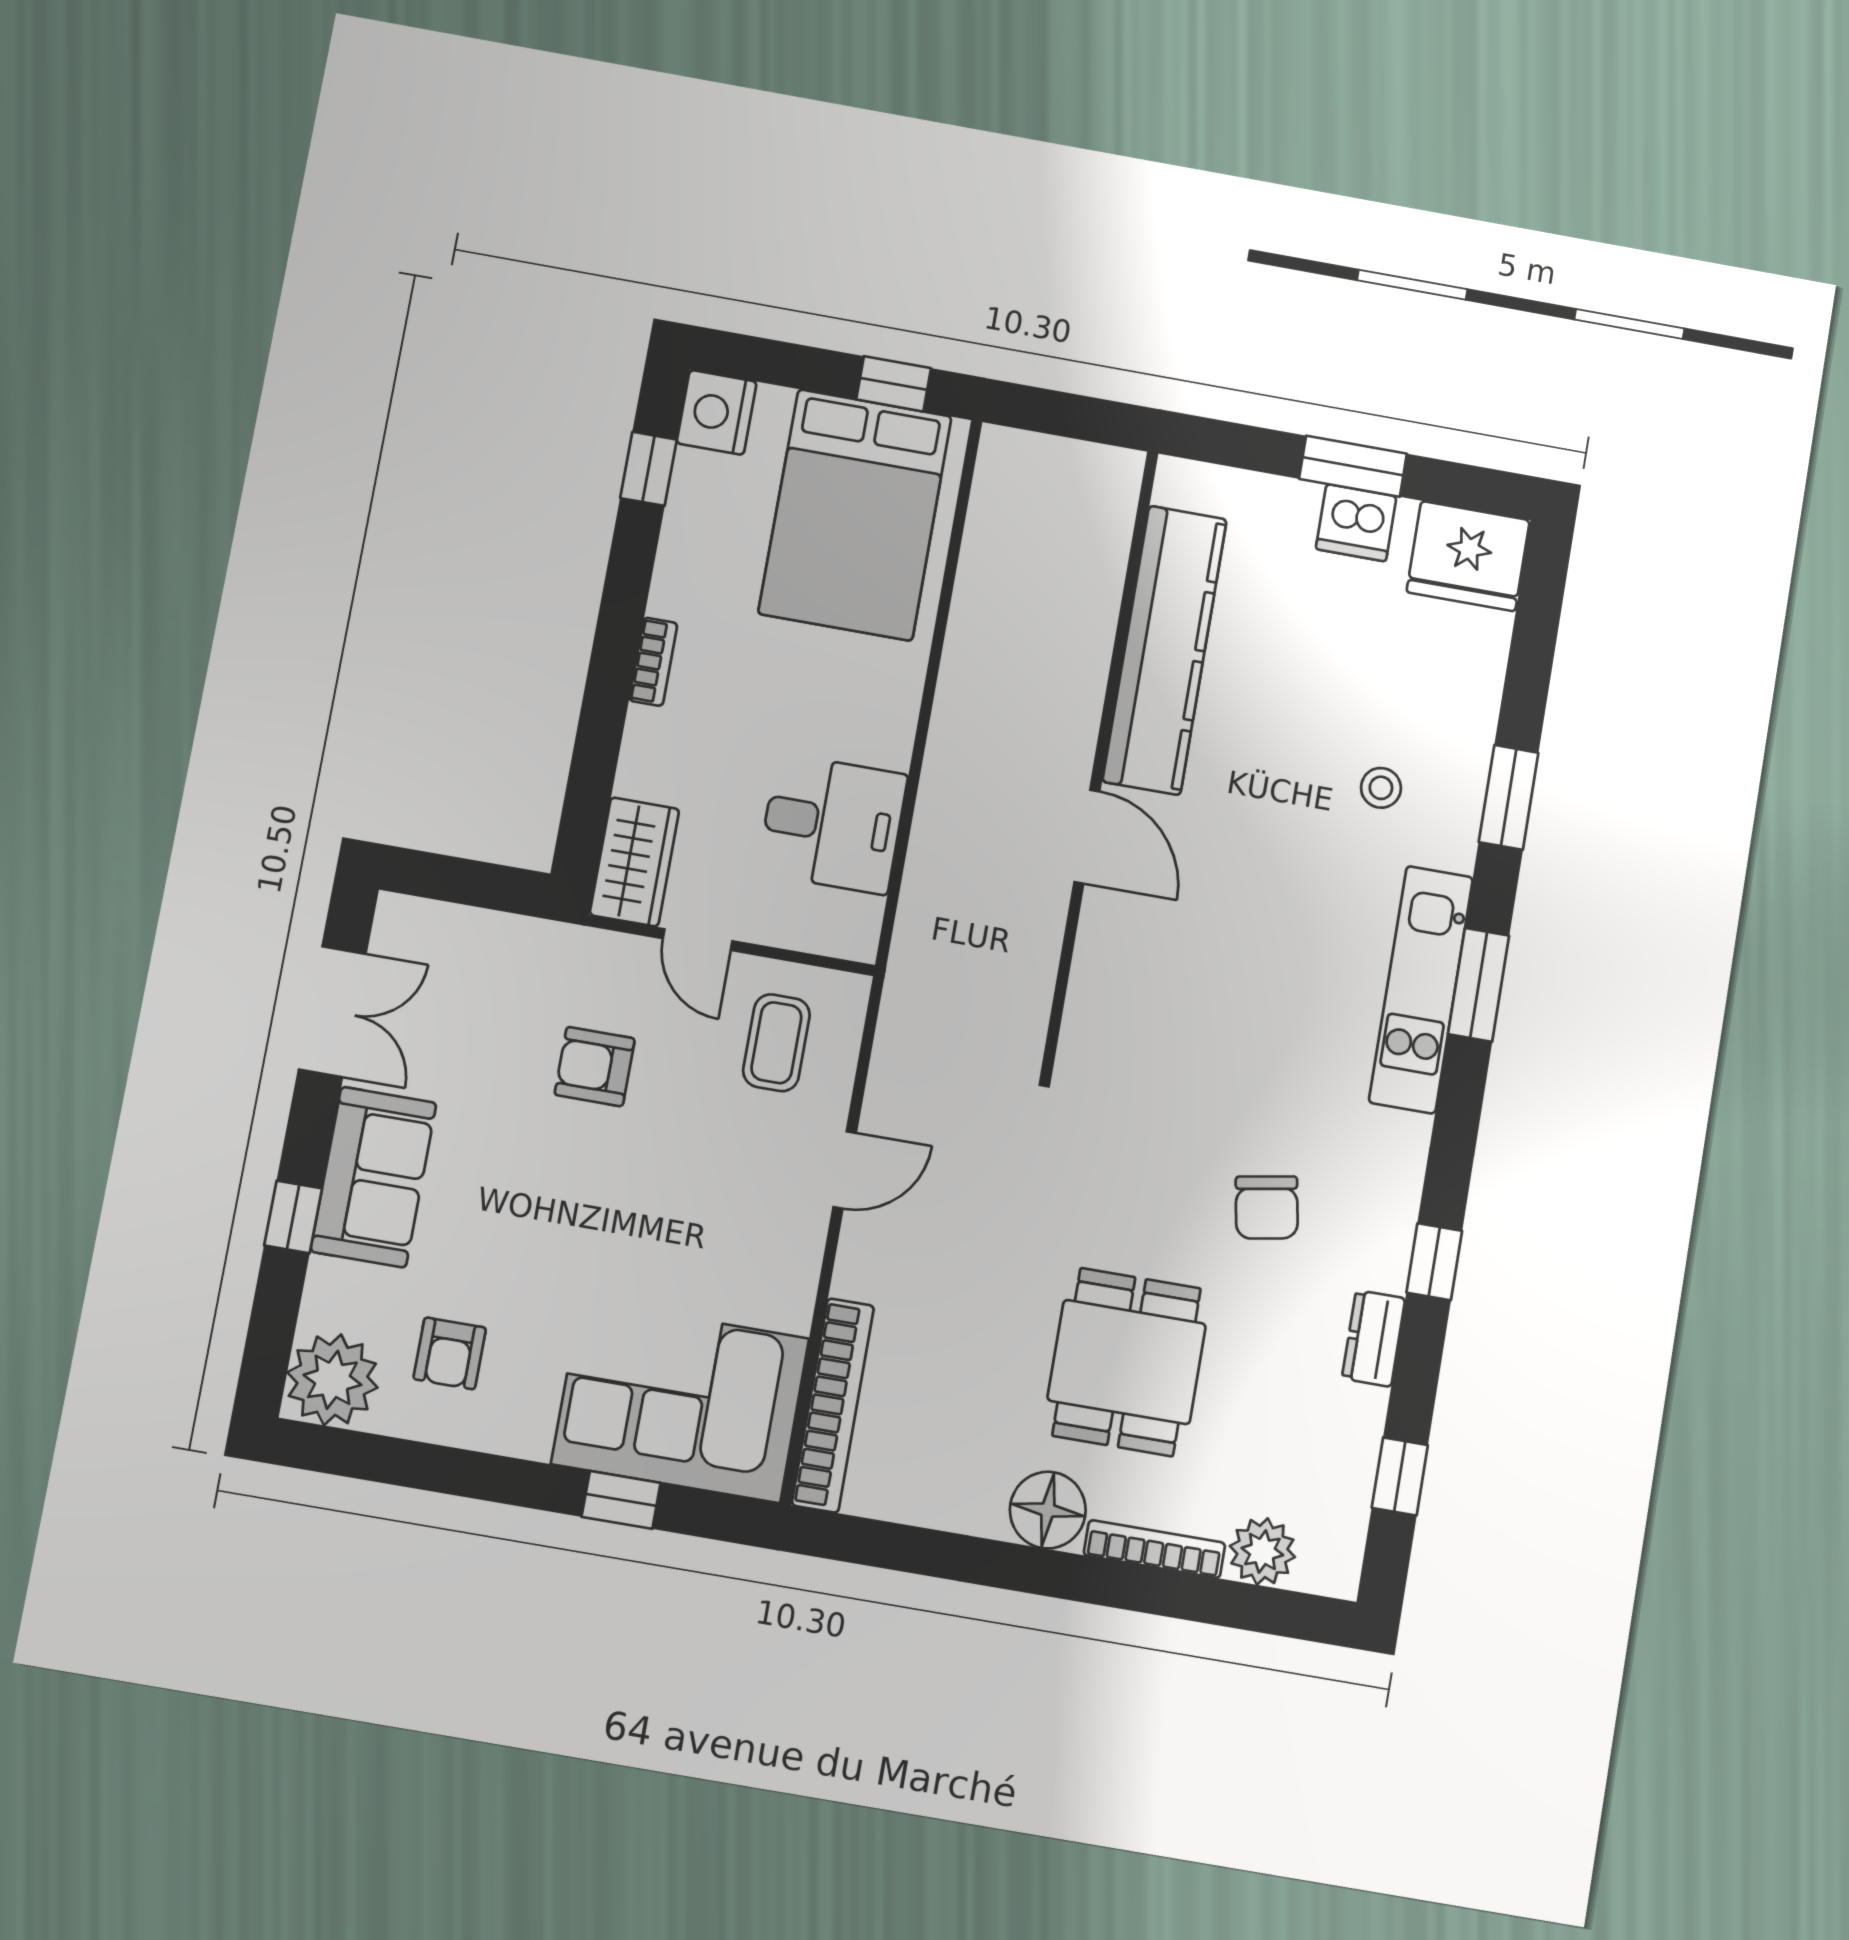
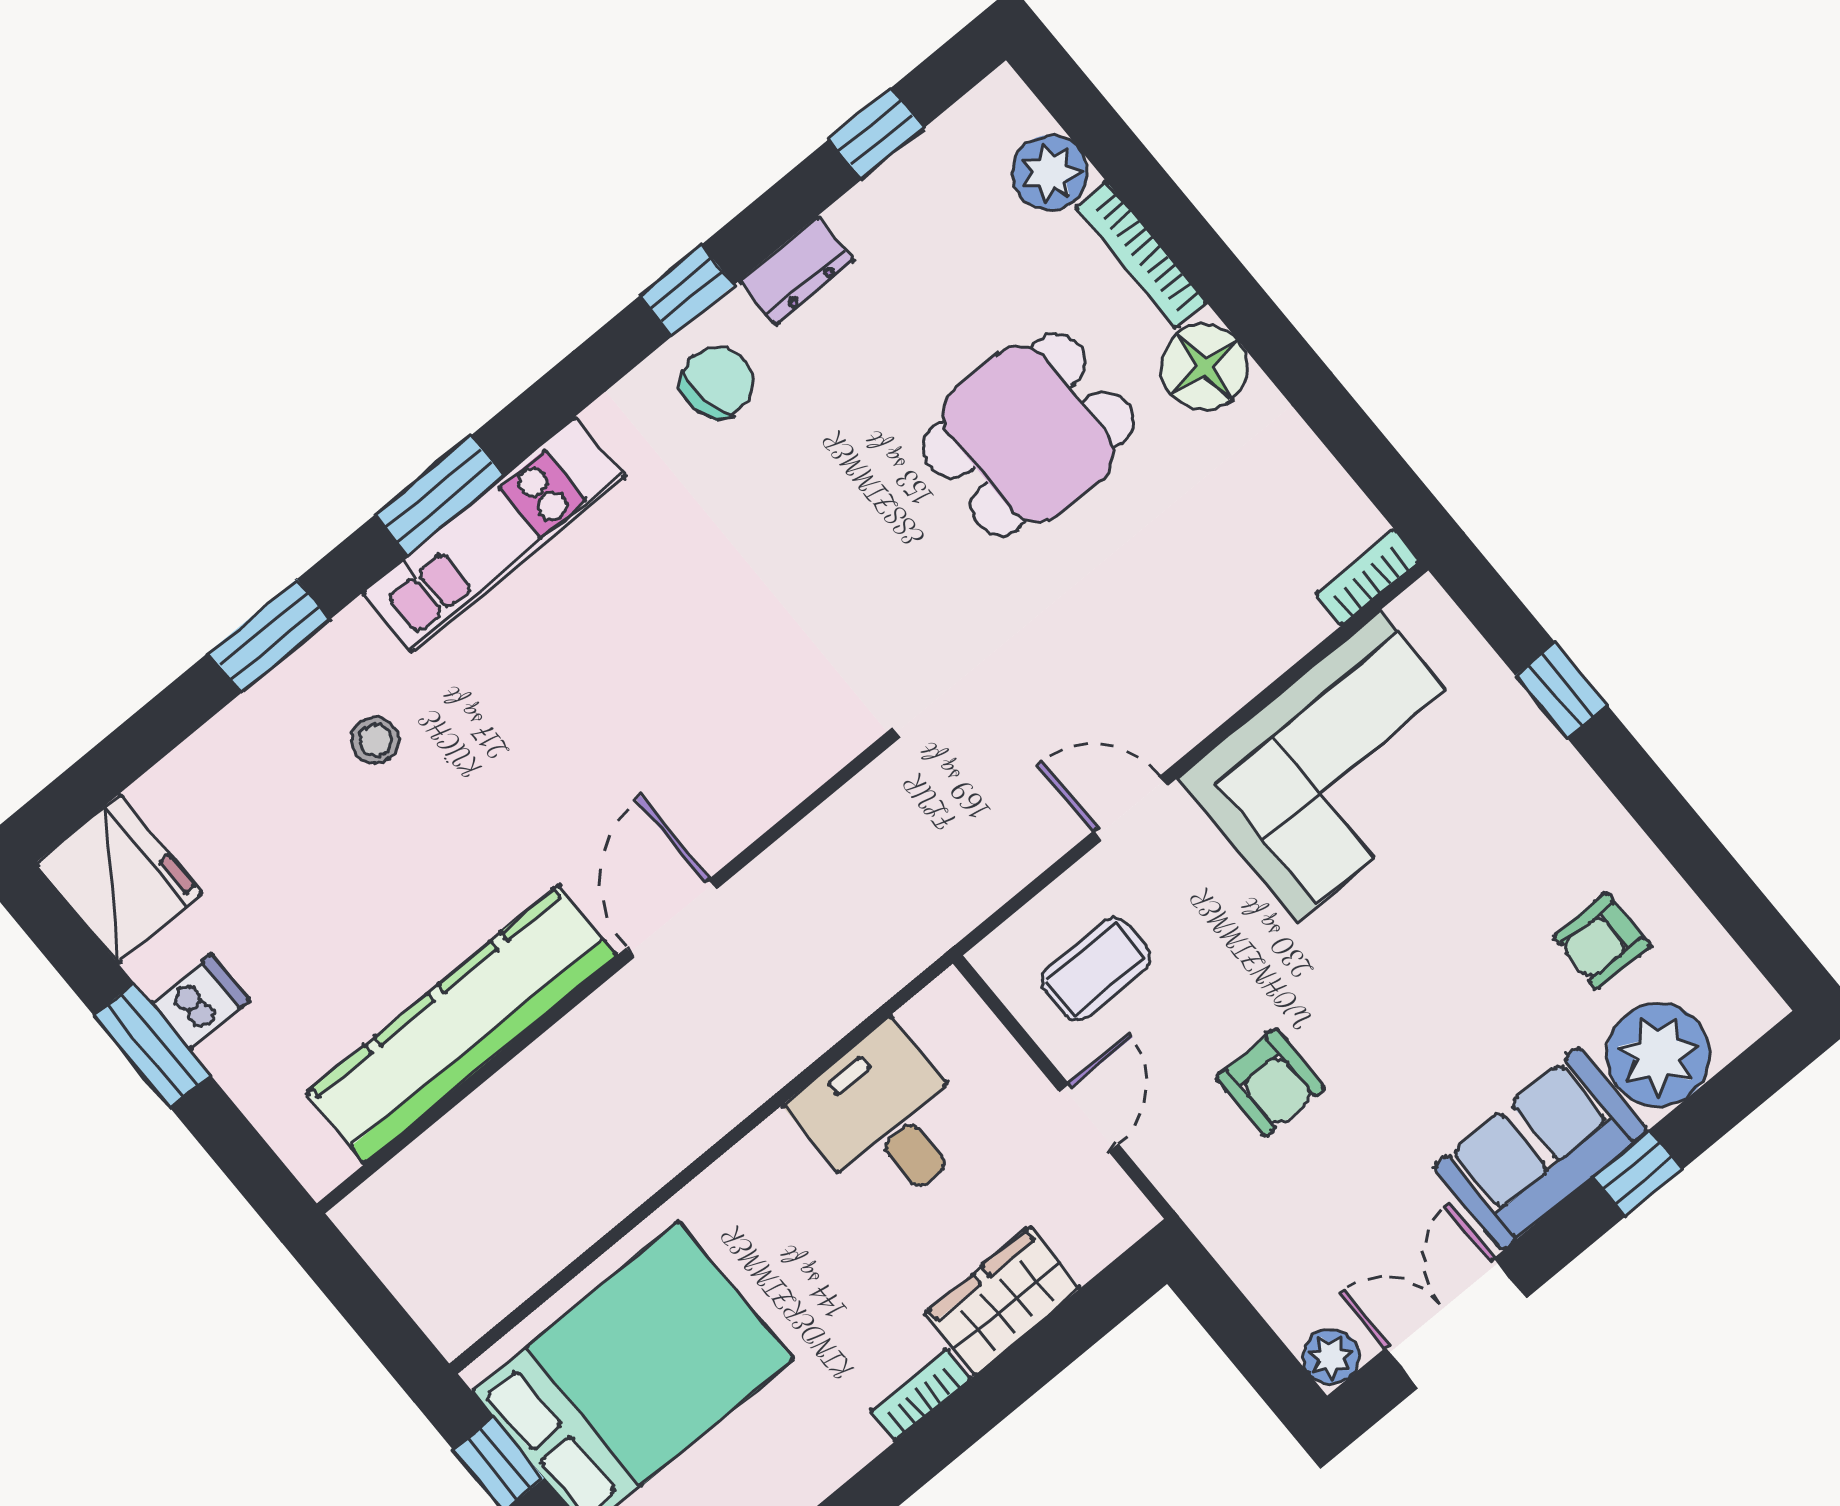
dishwasher: (1356, 523) -> (201, 1002), width x0.73
wardrobe: (634, 862) -> (1002, 1301), moved
plant: (398, 918) -> (1331, 1357), added
chair: (1267, 1207) -> (717, 382), moved
armchair: (450, 1353) -> (1602, 941), turned 180
plant: (332, 1380) -> (1659, 1055), moved
corner sofa: (680, 1401) -> (1338, 766), moved, turned -90
bookcase: (833, 1405) -> (1368, 577), width x0.43, depth x0.76

